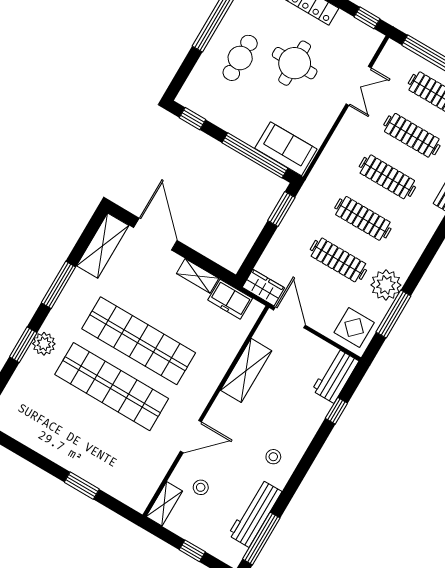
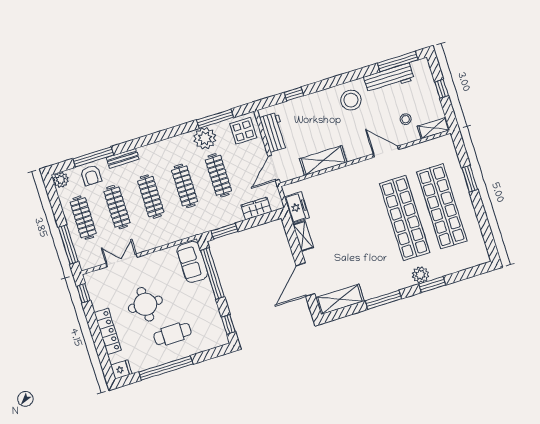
wardrobe: (263, 288) -> (256, 208), moved, turned 90
shop shelf: (139, 341) -> (442, 206), moved
workbench: (335, 376) -> (274, 132), moved, turned -90
stool: (273, 457) -> (351, 100), width x1.89, depth x1.89

